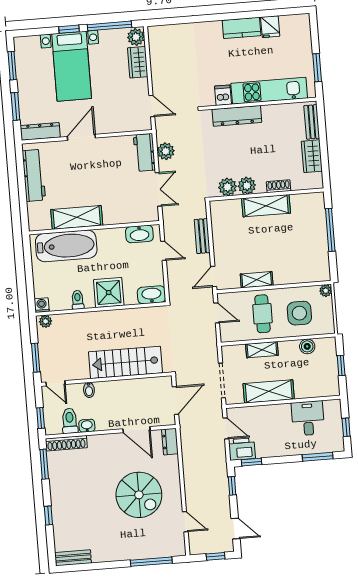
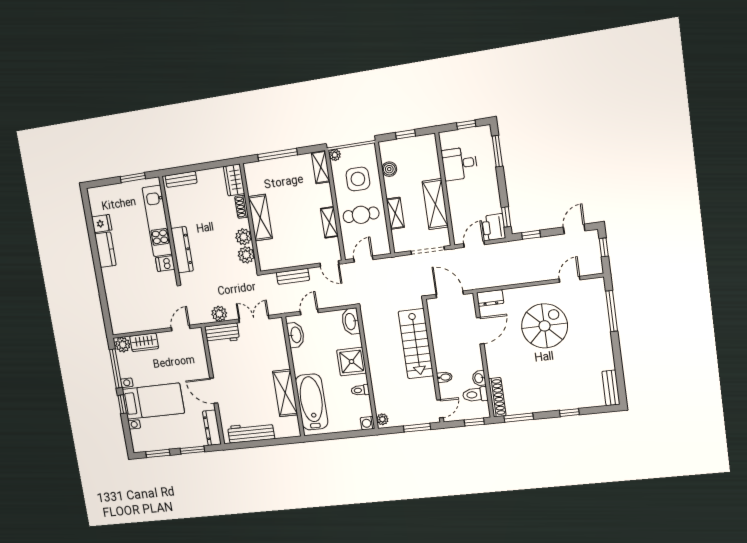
wardrobe: (312, 156) -> (234, 180), moved, turned 90
shelving: (314, 275) -> (321, 167), added

